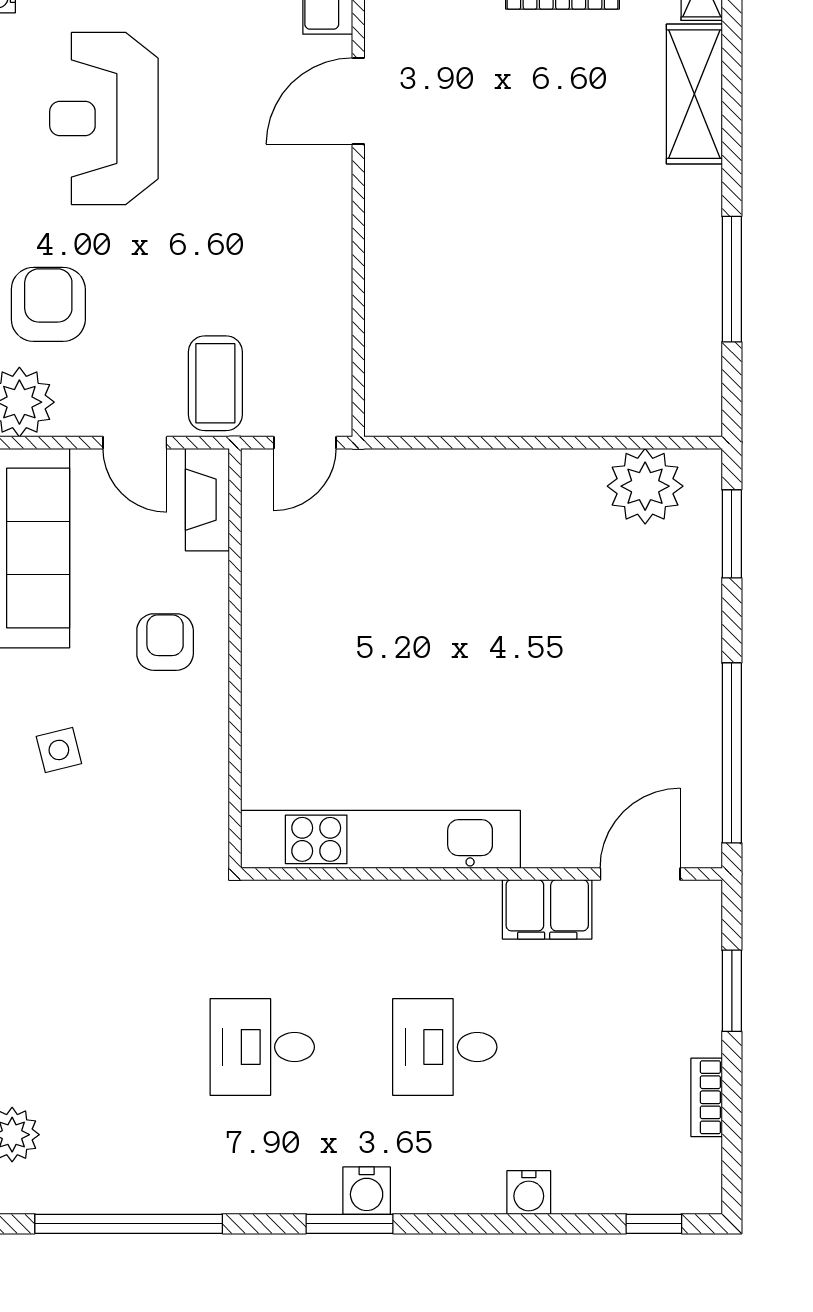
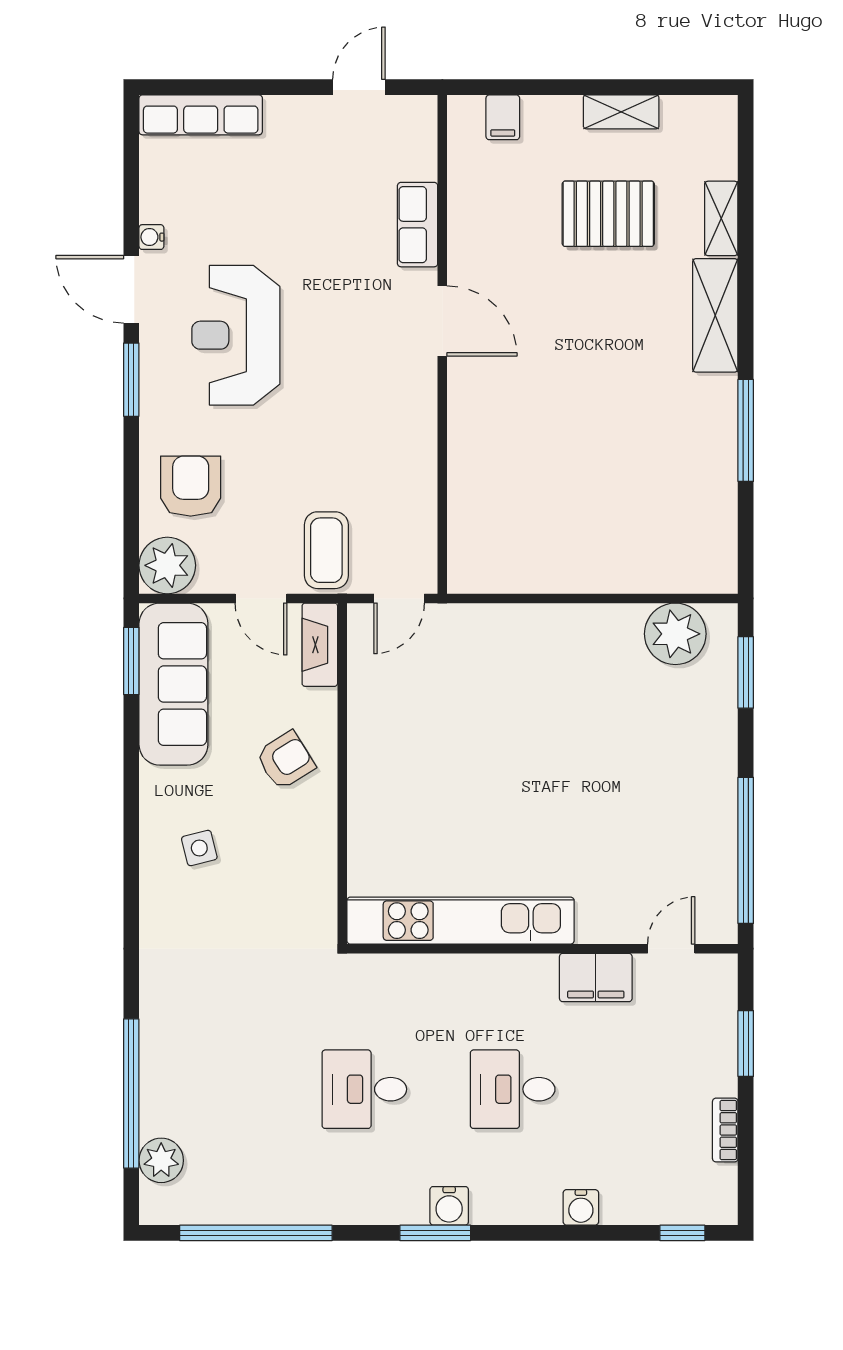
door: (358, 101) -> (442, 321), swing flipped
window: (732, 279) -> (746, 430), moved
armchair: (165, 642) -> (285, 760), turned 58
door: (640, 874) -> (671, 949), width x0.73

